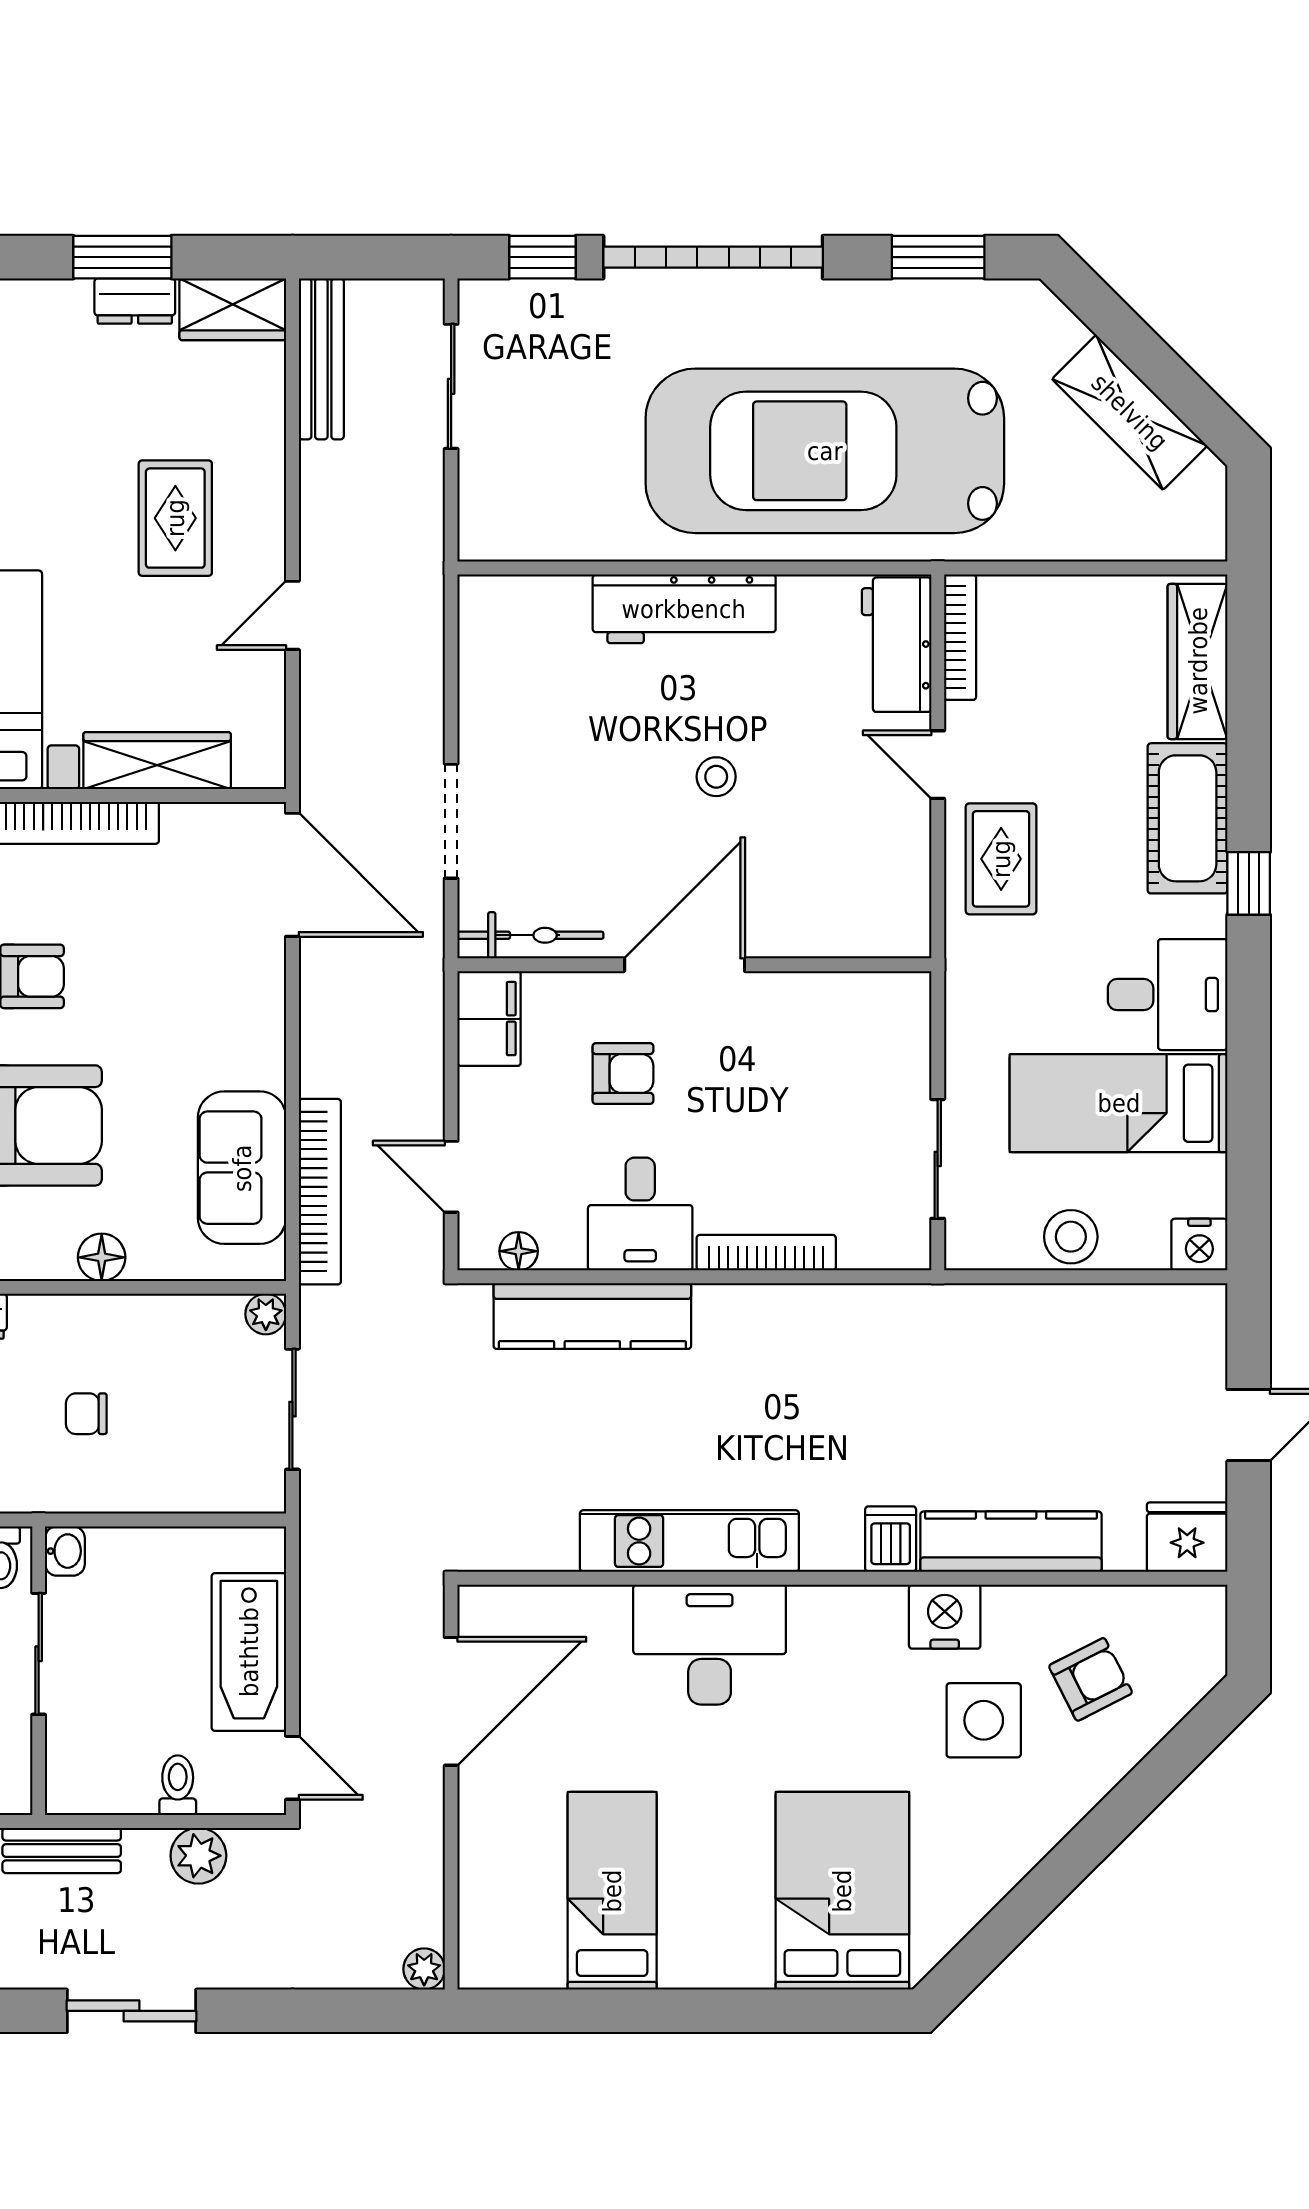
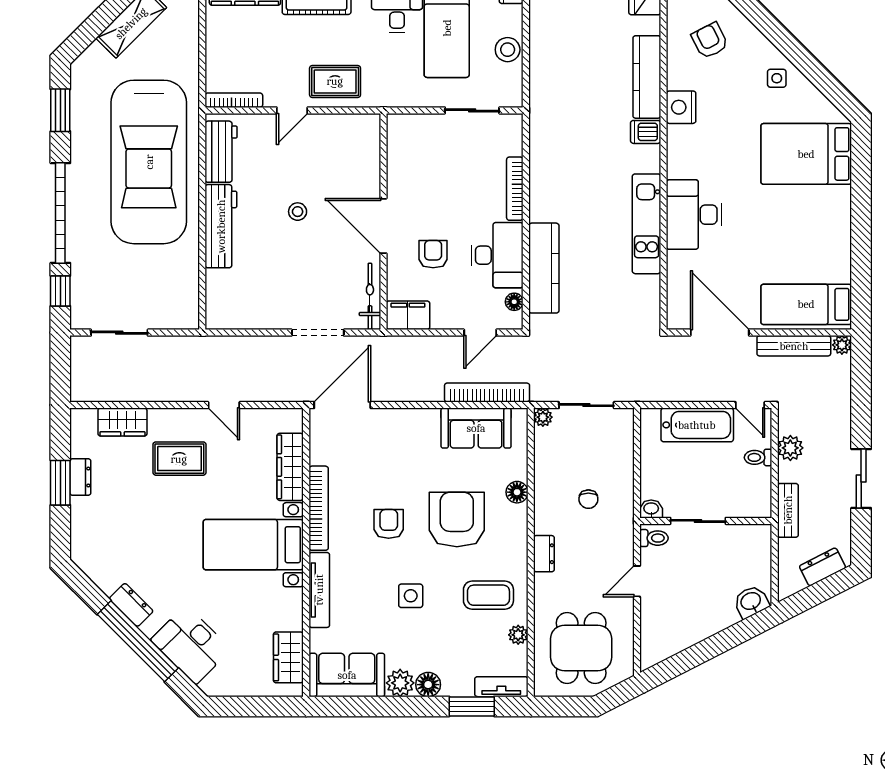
wardrobe: (233, 309) -> (122, 422), moved, turned 90
bench: (321, 359) -> (794, 346), moved
workbench: (897, 645) -> (221, 152), moved, turned -90
desk: (640, 1214) -> (497, 255), width x1.37
side table: (984, 1720) -> (777, 78), moved, width x0.54, depth x0.54
door: (292, 1768) -> (750, 405), swing flipped
bed: (612, 1891) -> (806, 304), moved

